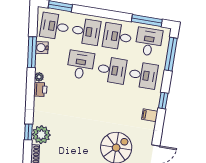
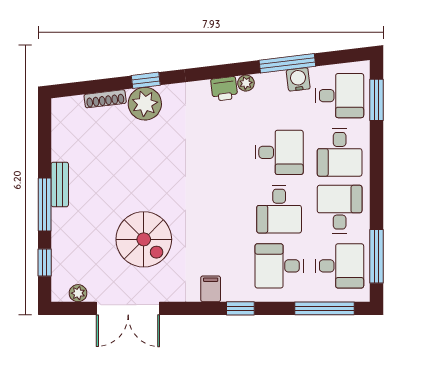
desk: (55, 26) -> (340, 96), turned 90
desk: (143, 75) -> (279, 266), turned 90

